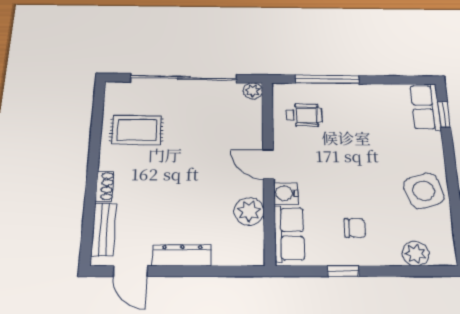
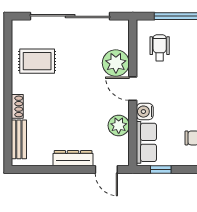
plant: (253, 91) -> (116, 63), moved, width x1.88, depth x1.88
wheelchair: (304, 115) -> (160, 48), turned -90
door: (130, 271) -> (106, 170), moved
window: (343, 271) -> (161, 170), moved

